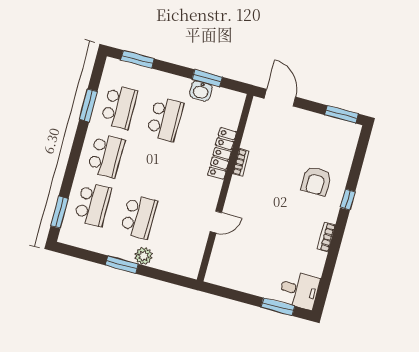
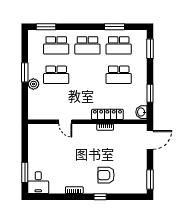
washbasin: (201, 91) -> (141, 112), moved

